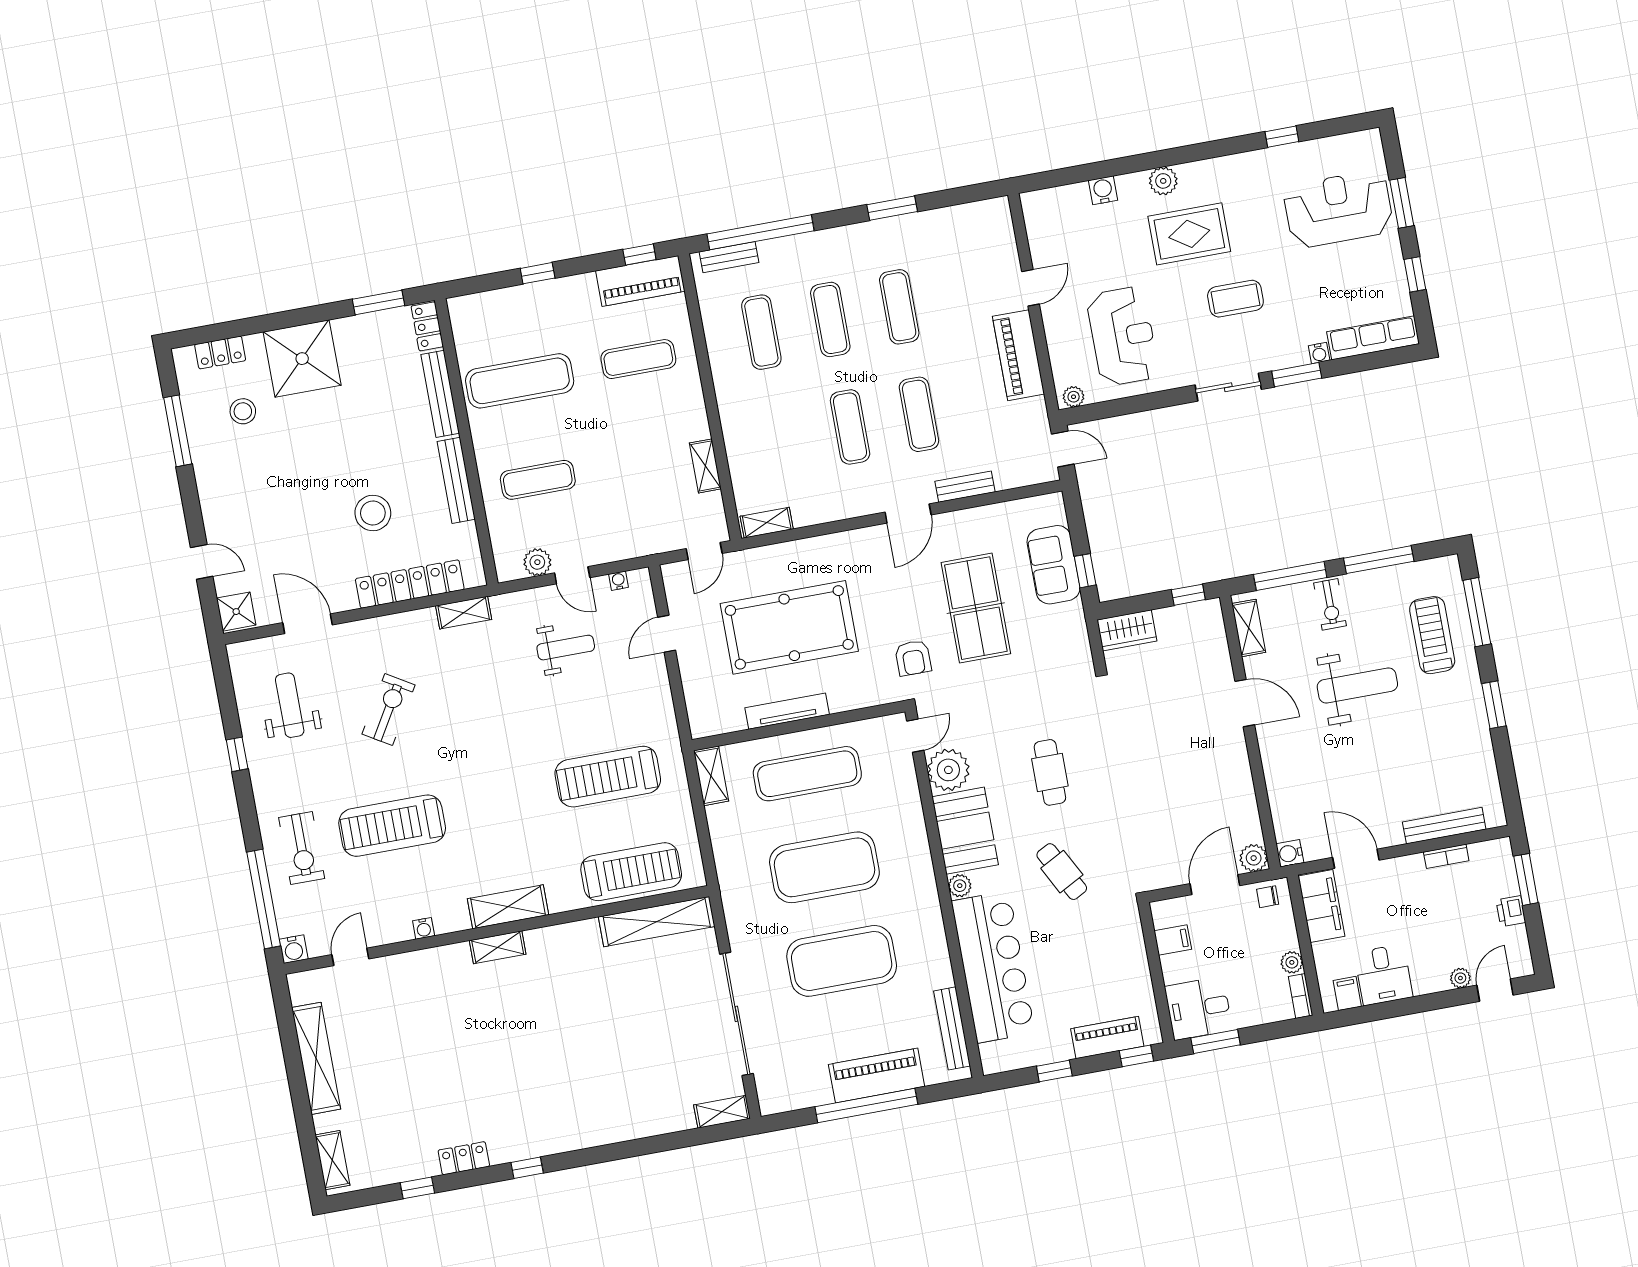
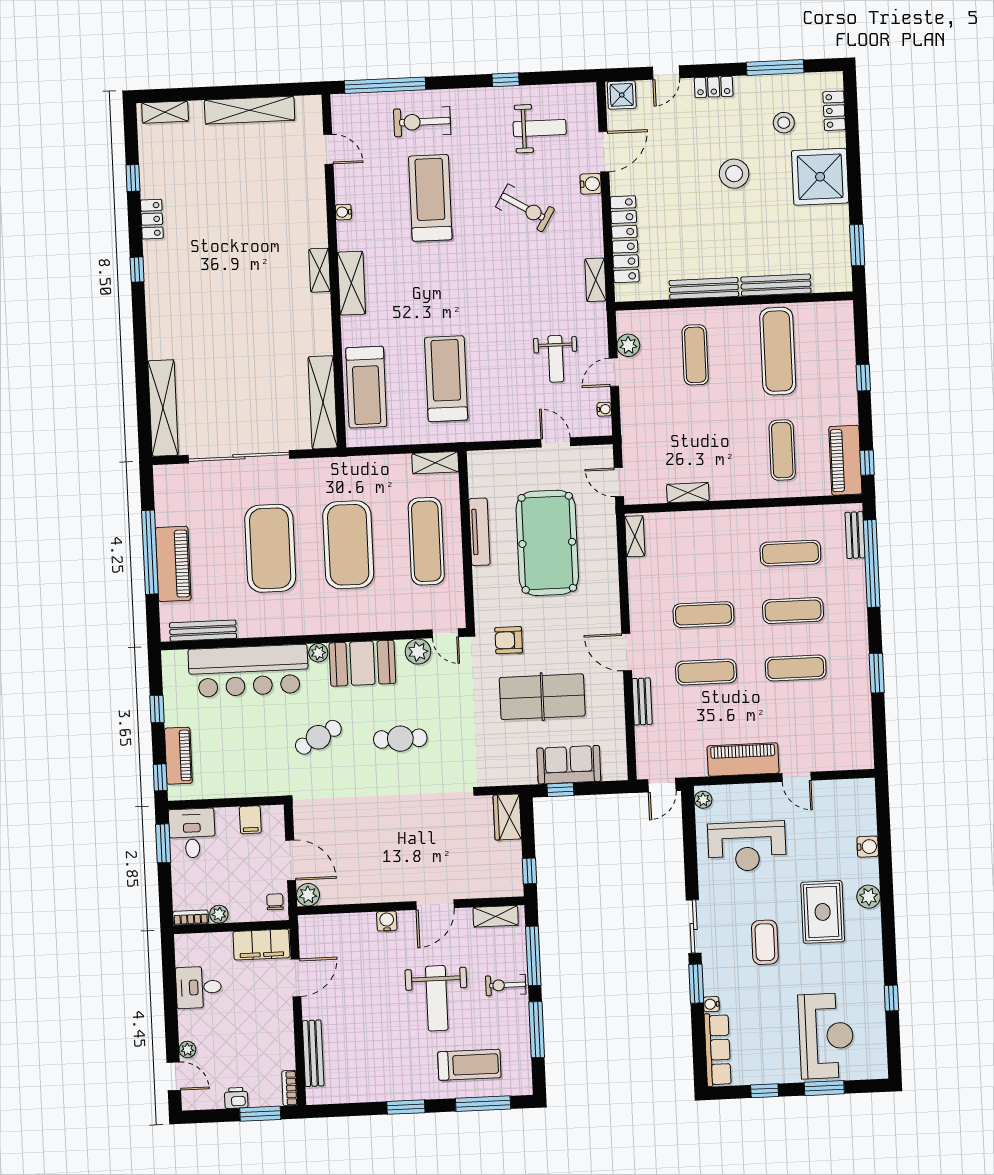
locker: (427, 326) -> (714, 87), moved, turned 180
stool: (373, 513) -> (734, 174), moved
plant: (948, 770) -> (418, 652), width x0.73, depth x0.73
water cooler: (1290, 853) -> (387, 921), moved
bookcase: (1446, 856) -> (290, 1088), moved
water cooler: (294, 949) -> (591, 184), moved, turned 180
filing cabinet: (1347, 993) -> (187, 956), removed
shelving: (722, 1112) -> (163, 408), width x2.20, depth x1.33

